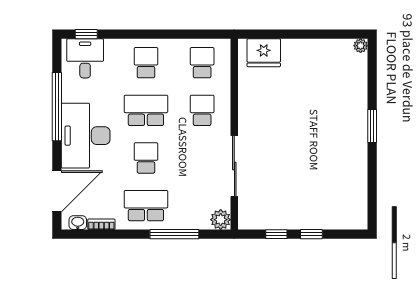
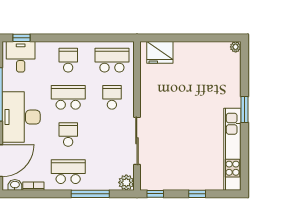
school desk: (202, 63) -> (112, 60), width x1.85
kitchen unit: (357, 177) -> (232, 149), added
window: (276, 234) -> (155, 194), moved

